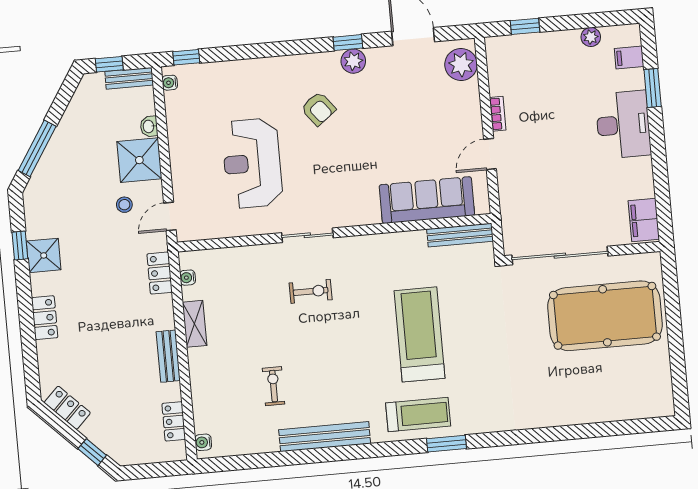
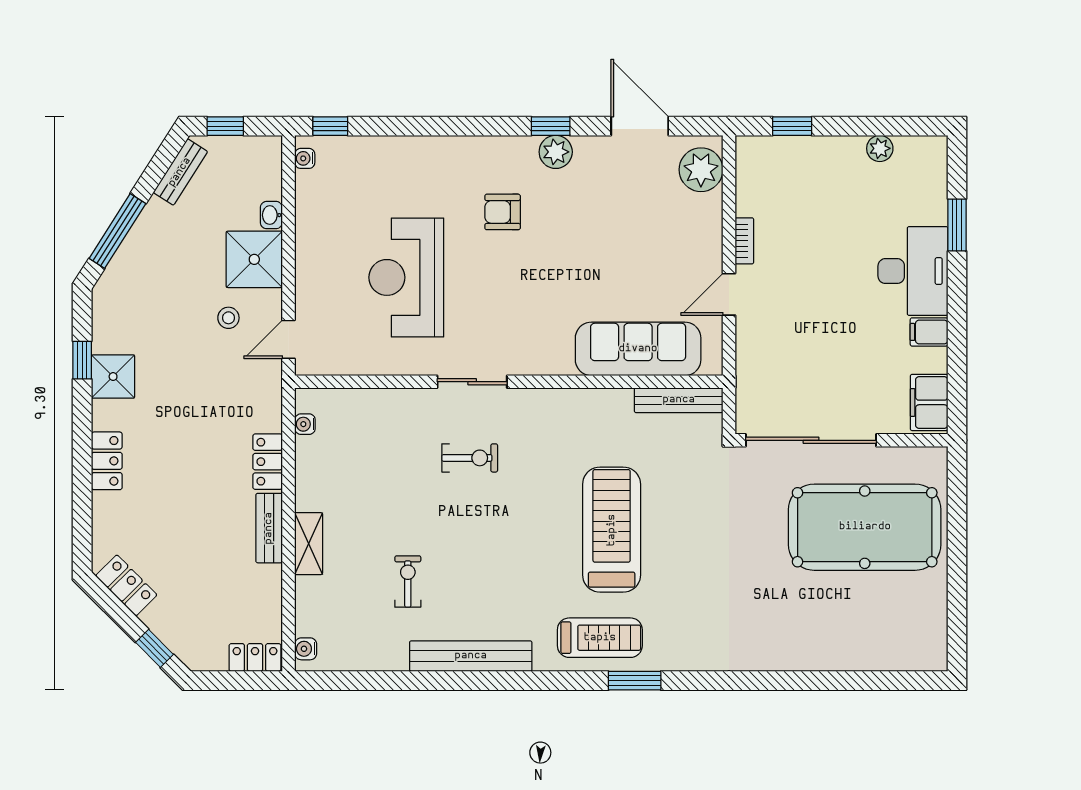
filing cabinet: (629, 57) -> (929, 332), moved
bench: (129, 78) -> (180, 172), moved, turned -58
armchair: (318, 109) -> (503, 212), turned 128
locker: (160, 273) -> (268, 462), moved
shelving: (194, 324) -> (309, 544), moved
locker: (174, 421) -> (255, 657), moved, turned 90

